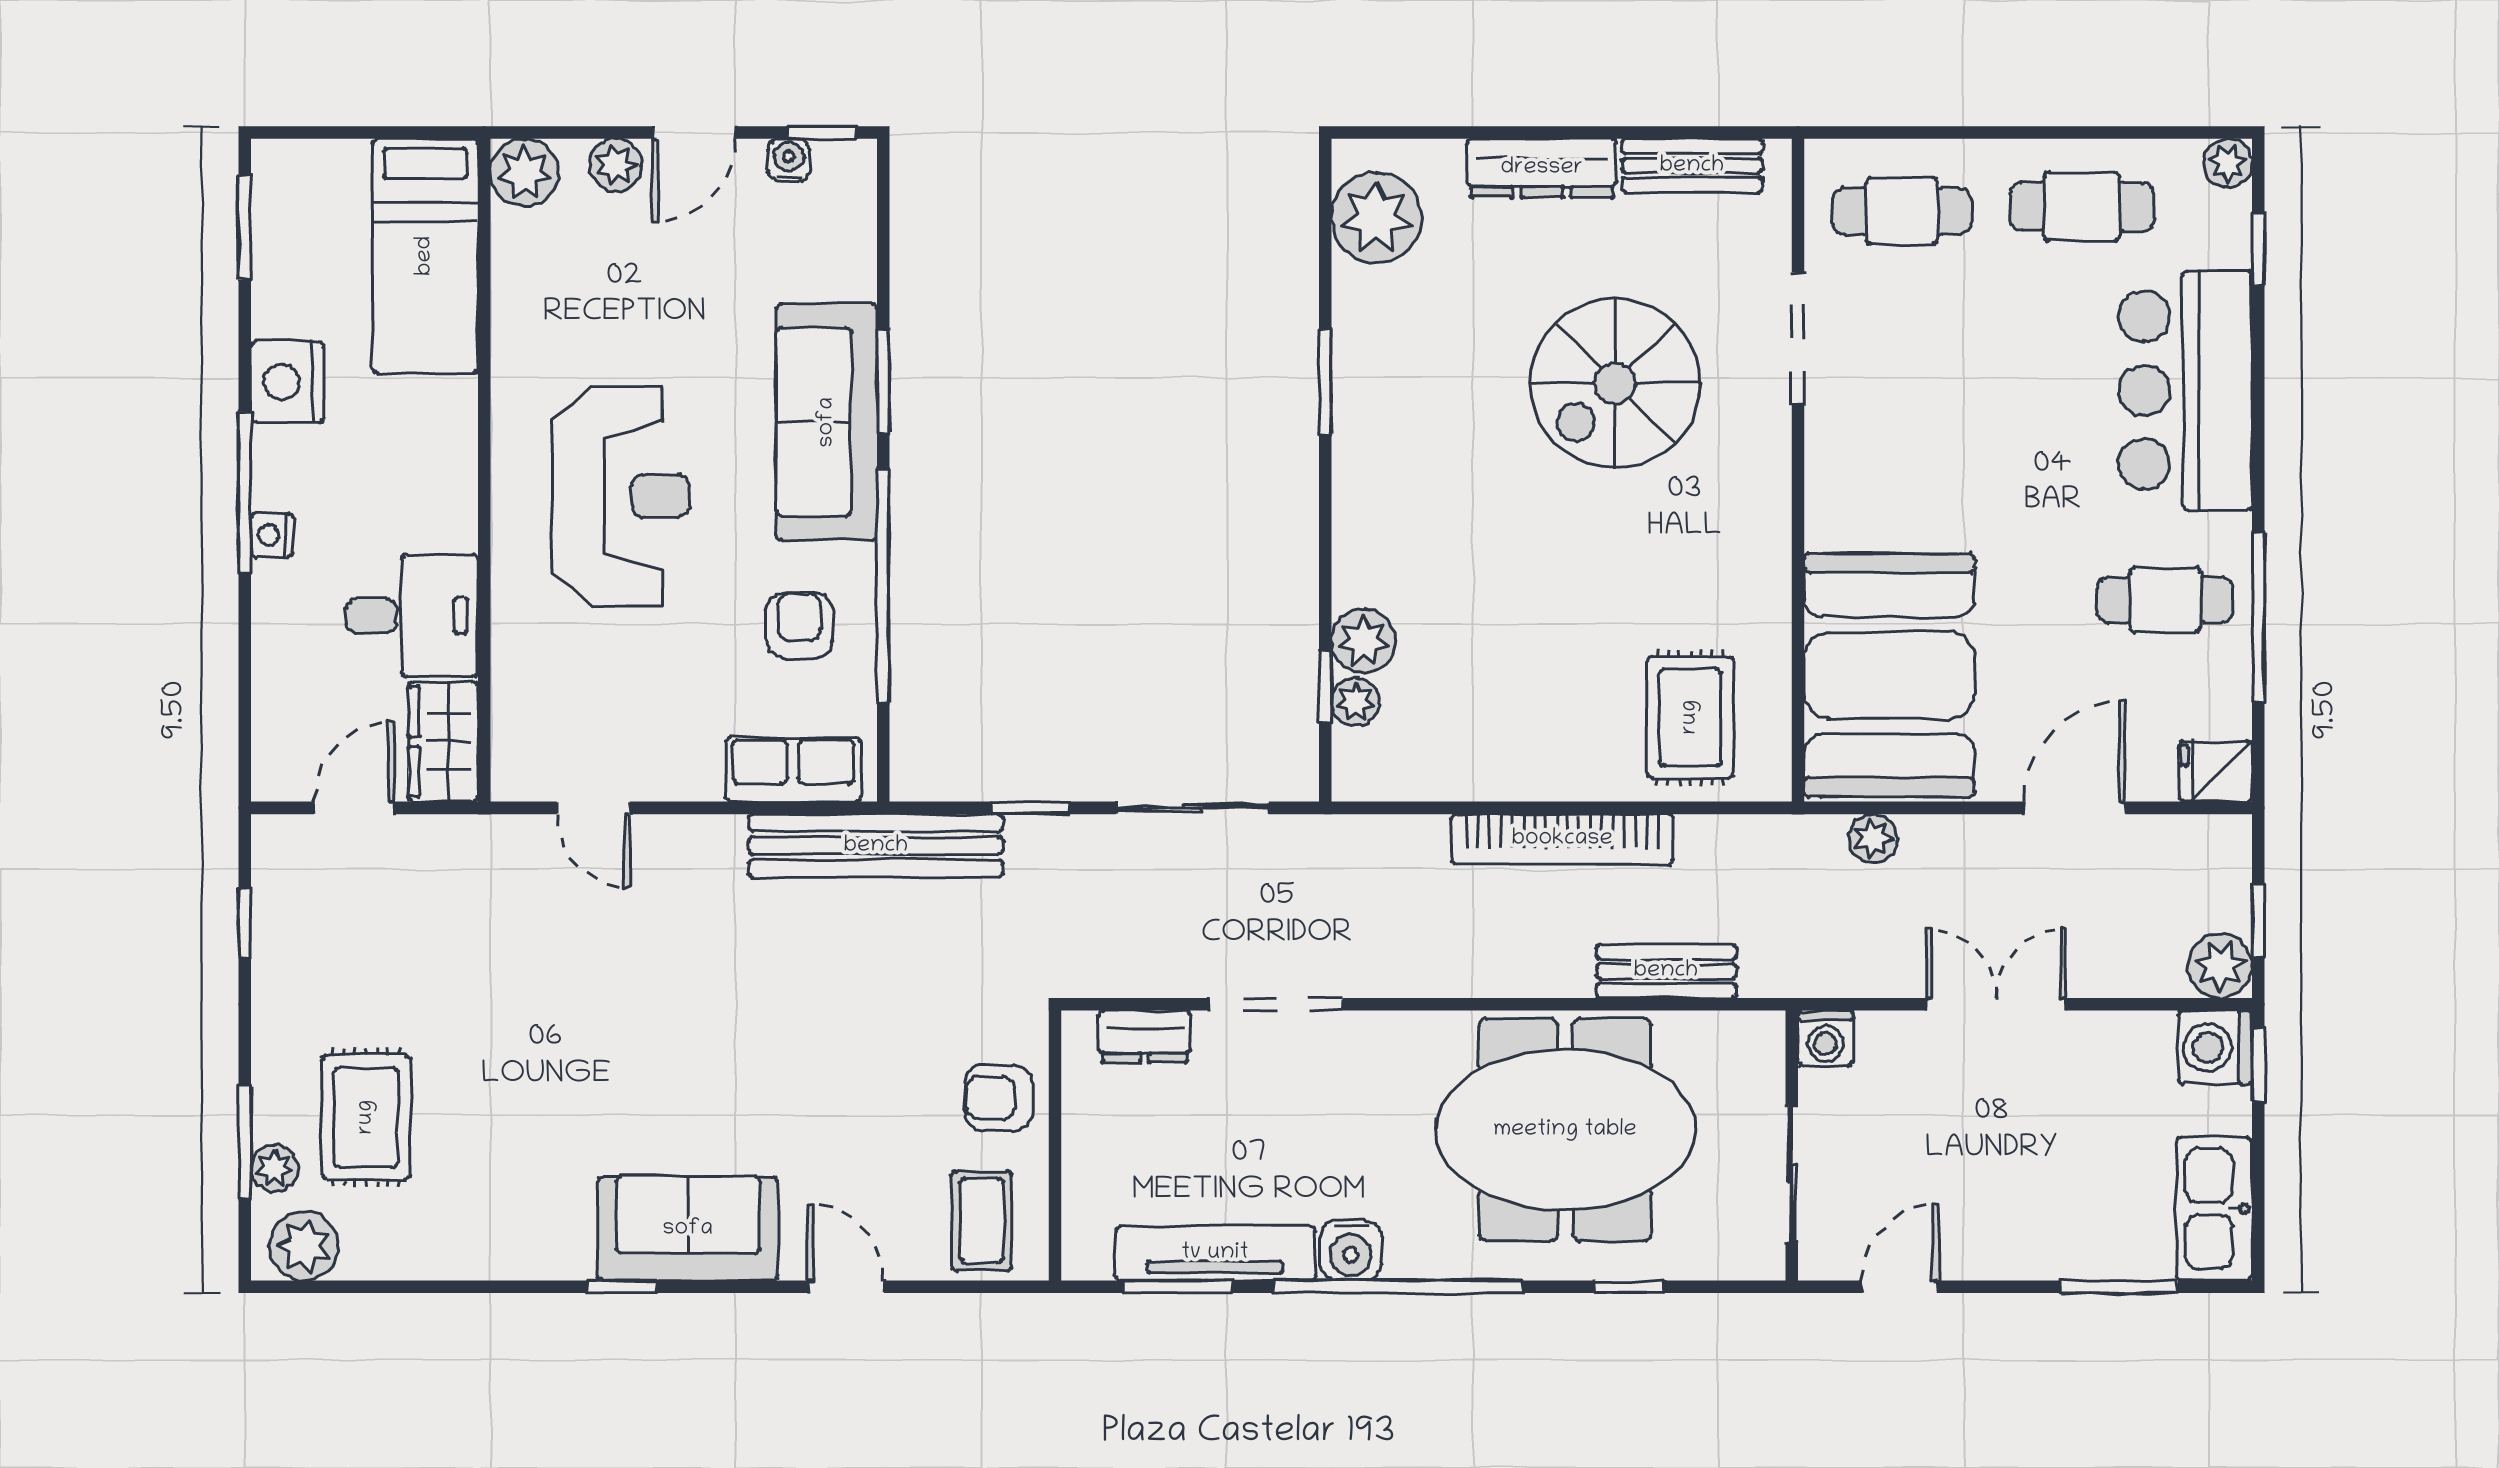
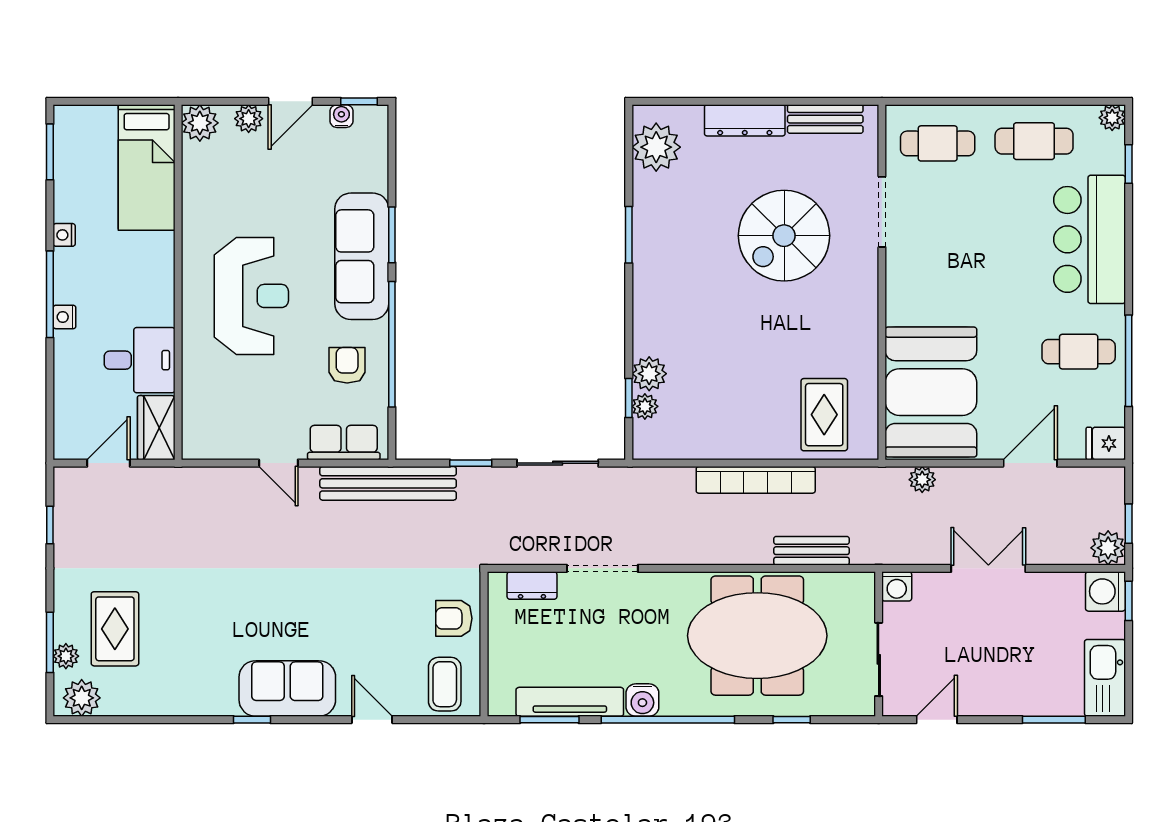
nightstand: (287, 382) -> (64, 235), width x0.53, depth x0.56
door: (593, 808) -> (278, 463), moved

